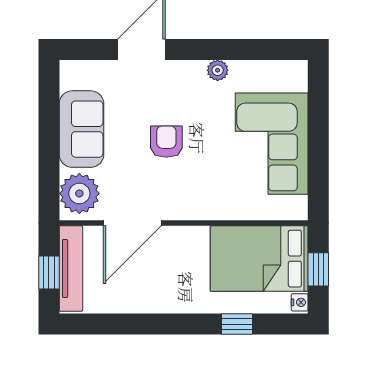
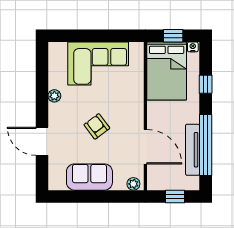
armchair: (166, 142) -> (97, 126), turned 53
plant: (79, 193) -> (133, 184), width x0.53, depth x0.53
tv unit: (71, 269) -> (193, 150), moved, turned -90
window: (135, 324) -> (206, 145), added

